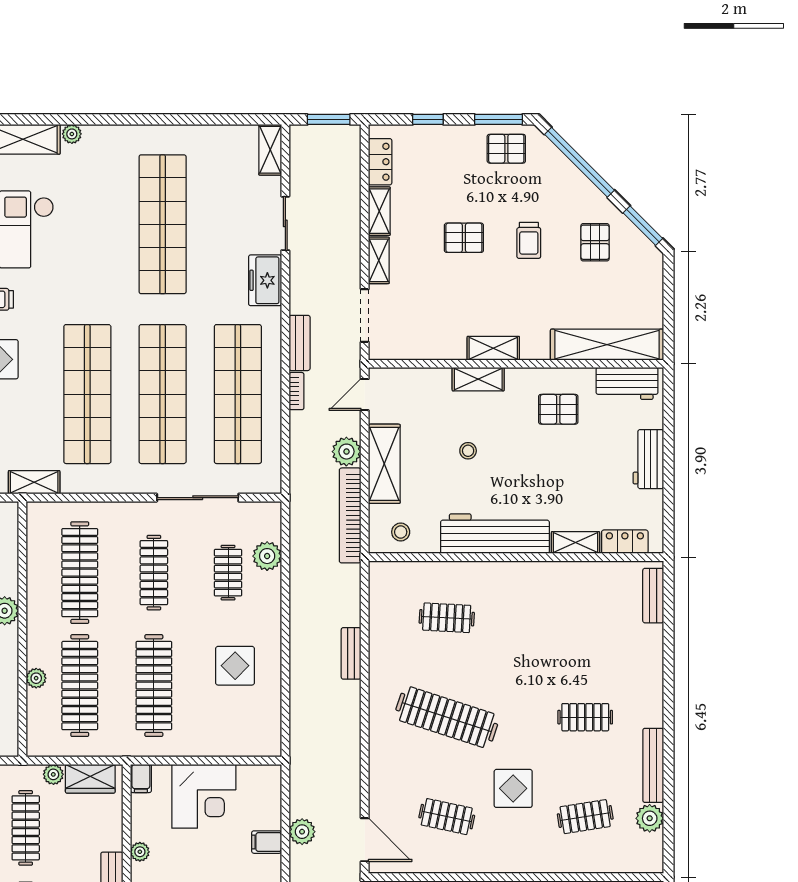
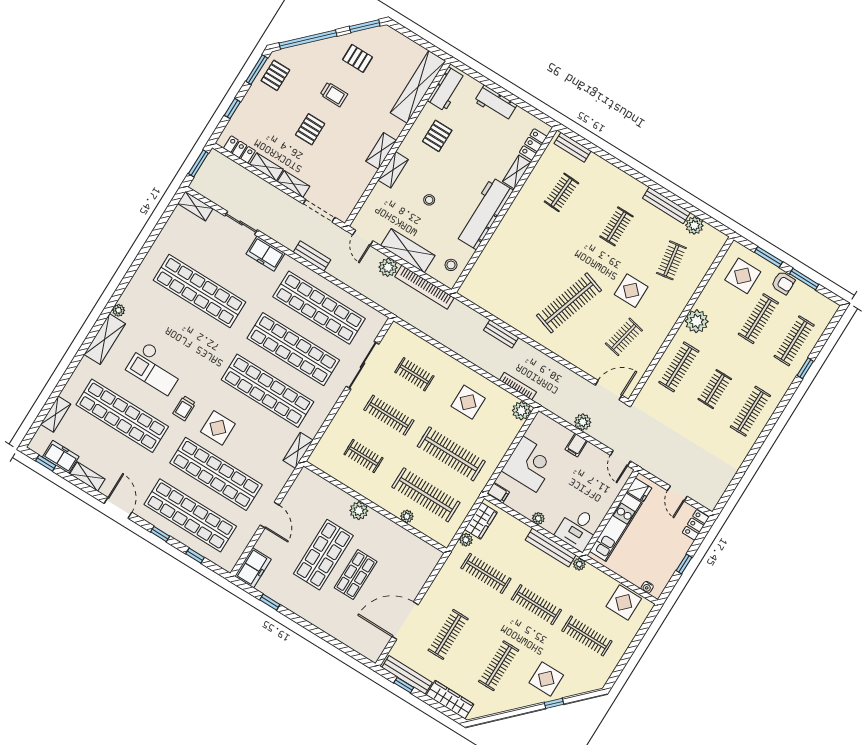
bookcase: (296, 391) -> (518, 386), moved, width x1.56
plant: (267, 556) -> (521, 411), moved
clothes rail: (80, 573) -> (364, 456), width x0.54, depth x0.76
clothes rail: (447, 618) -> (562, 192), moved

